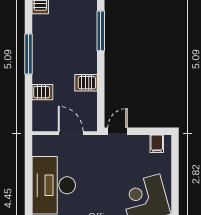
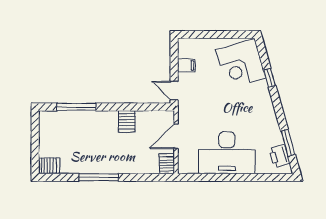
server rack: (42, 92) -> (167, 164), moved
filing cabinet: (157, 144) -> (186, 65), moved

